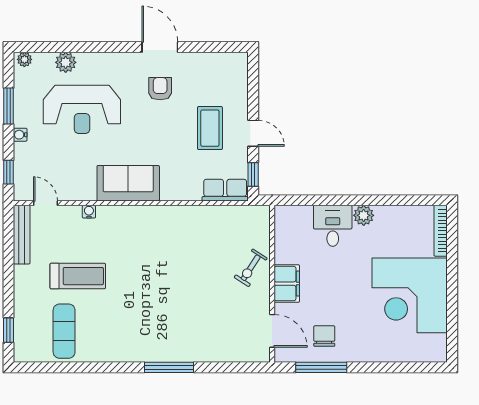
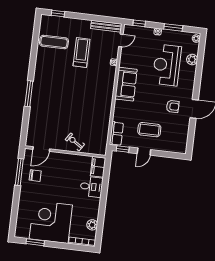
plant: (364, 215) -> (92, 225), moved
treadmill: (78, 276) -> (81, 52), turned 180
filing cabinet: (287, 284) -> (98, 167), moved, turned 90
window: (452, 321) -> (35, 242), added

